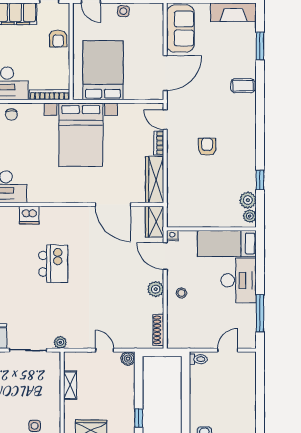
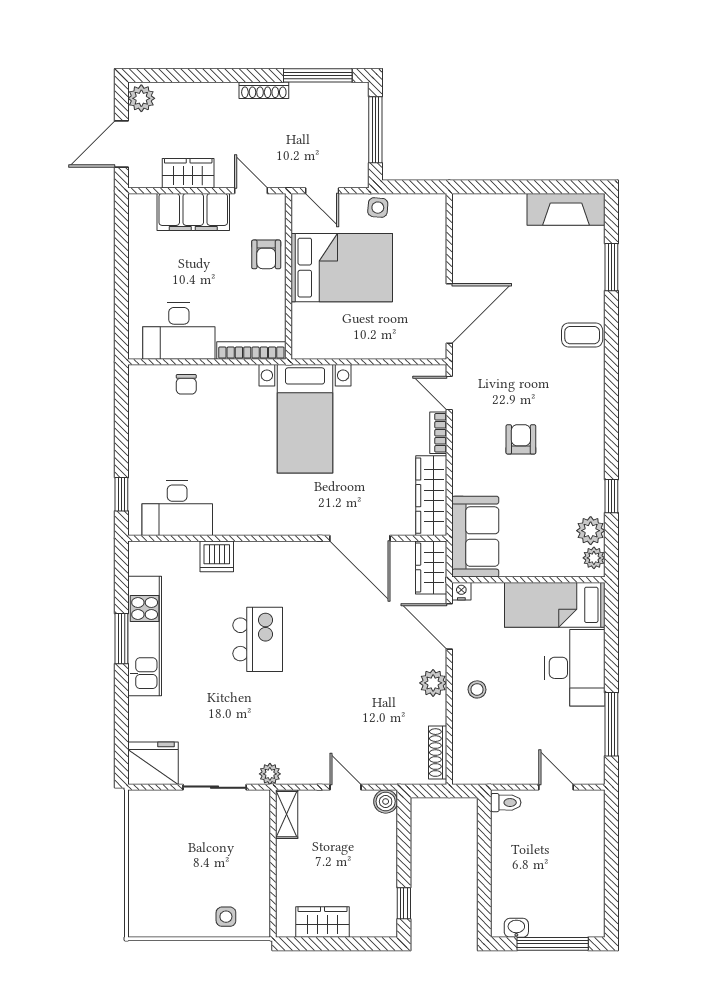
sofa: (180, 29) -> (475, 537), moved
bed: (103, 70) -> (342, 268), moved, turned 90
bed with nightstands: (81, 135) -> (305, 419), width x0.73
door: (228, 350) -> (556, 787), hinge flipped
shelving: (70, 385) -> (287, 814), moved

